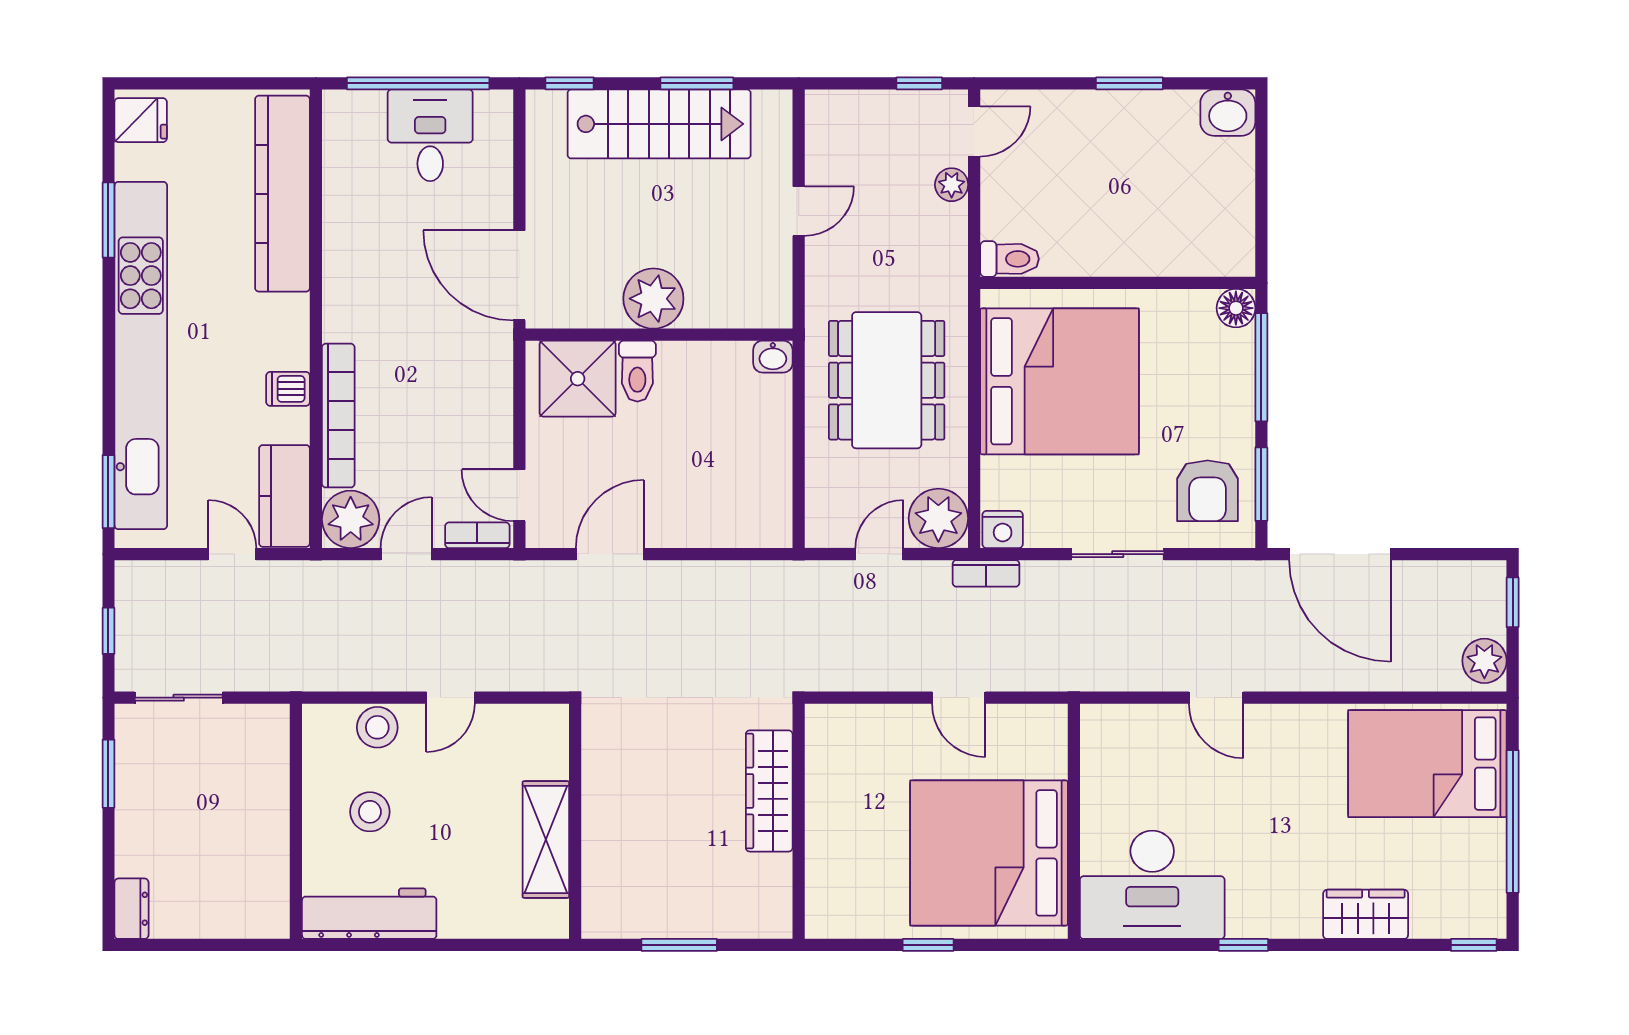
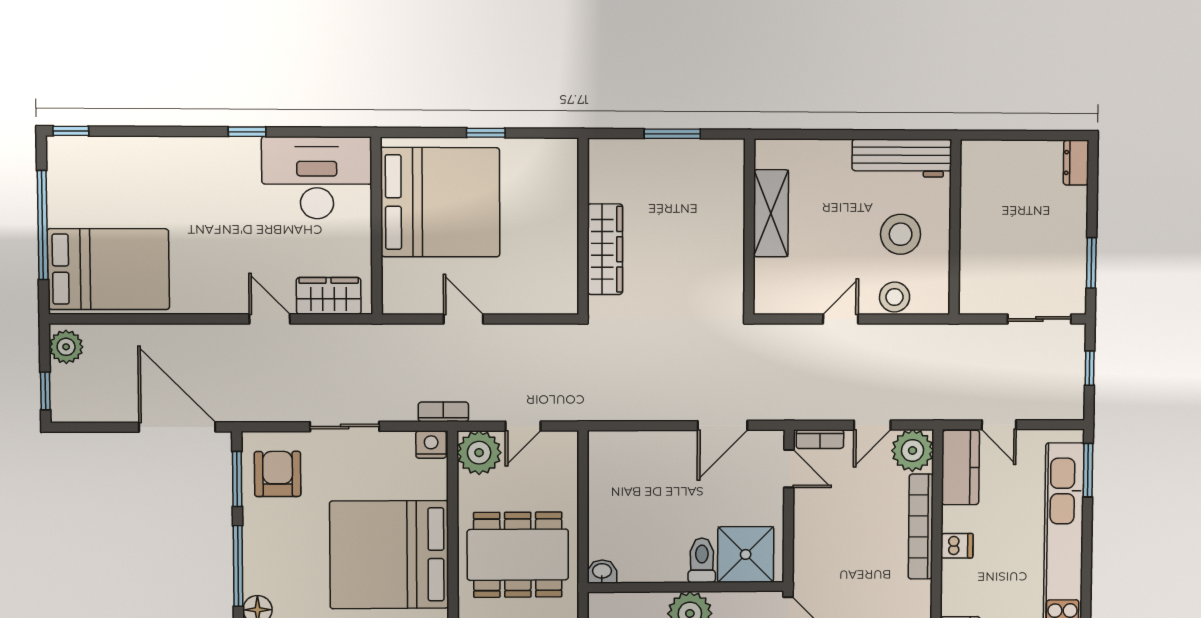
dining table: (887, 380) -> (518, 555), turned 90
stool: (370, 812) -> (901, 234), width x1.38, depth x1.38
wardrobe: (1366, 914) -> (329, 296), moved, turned 180

